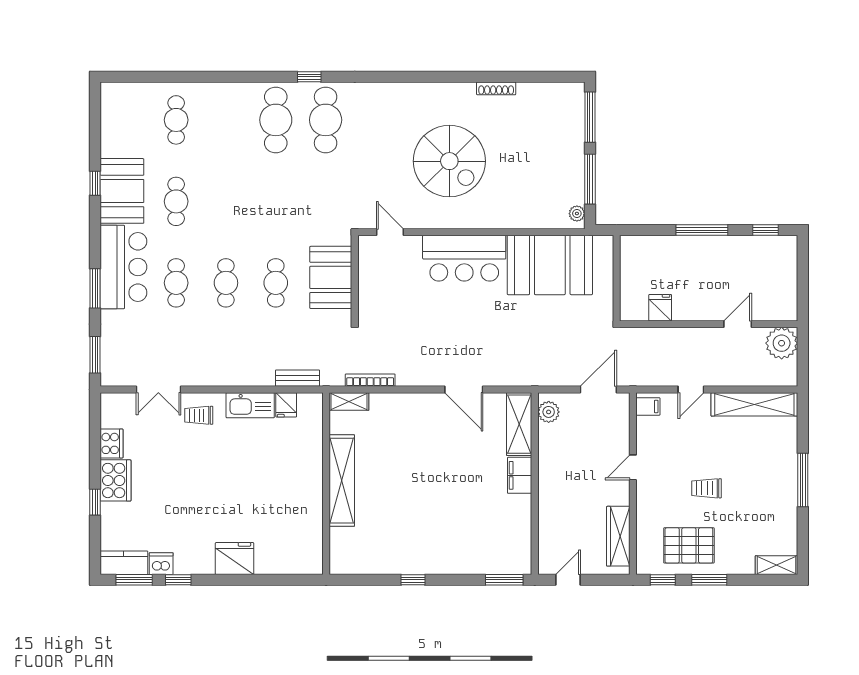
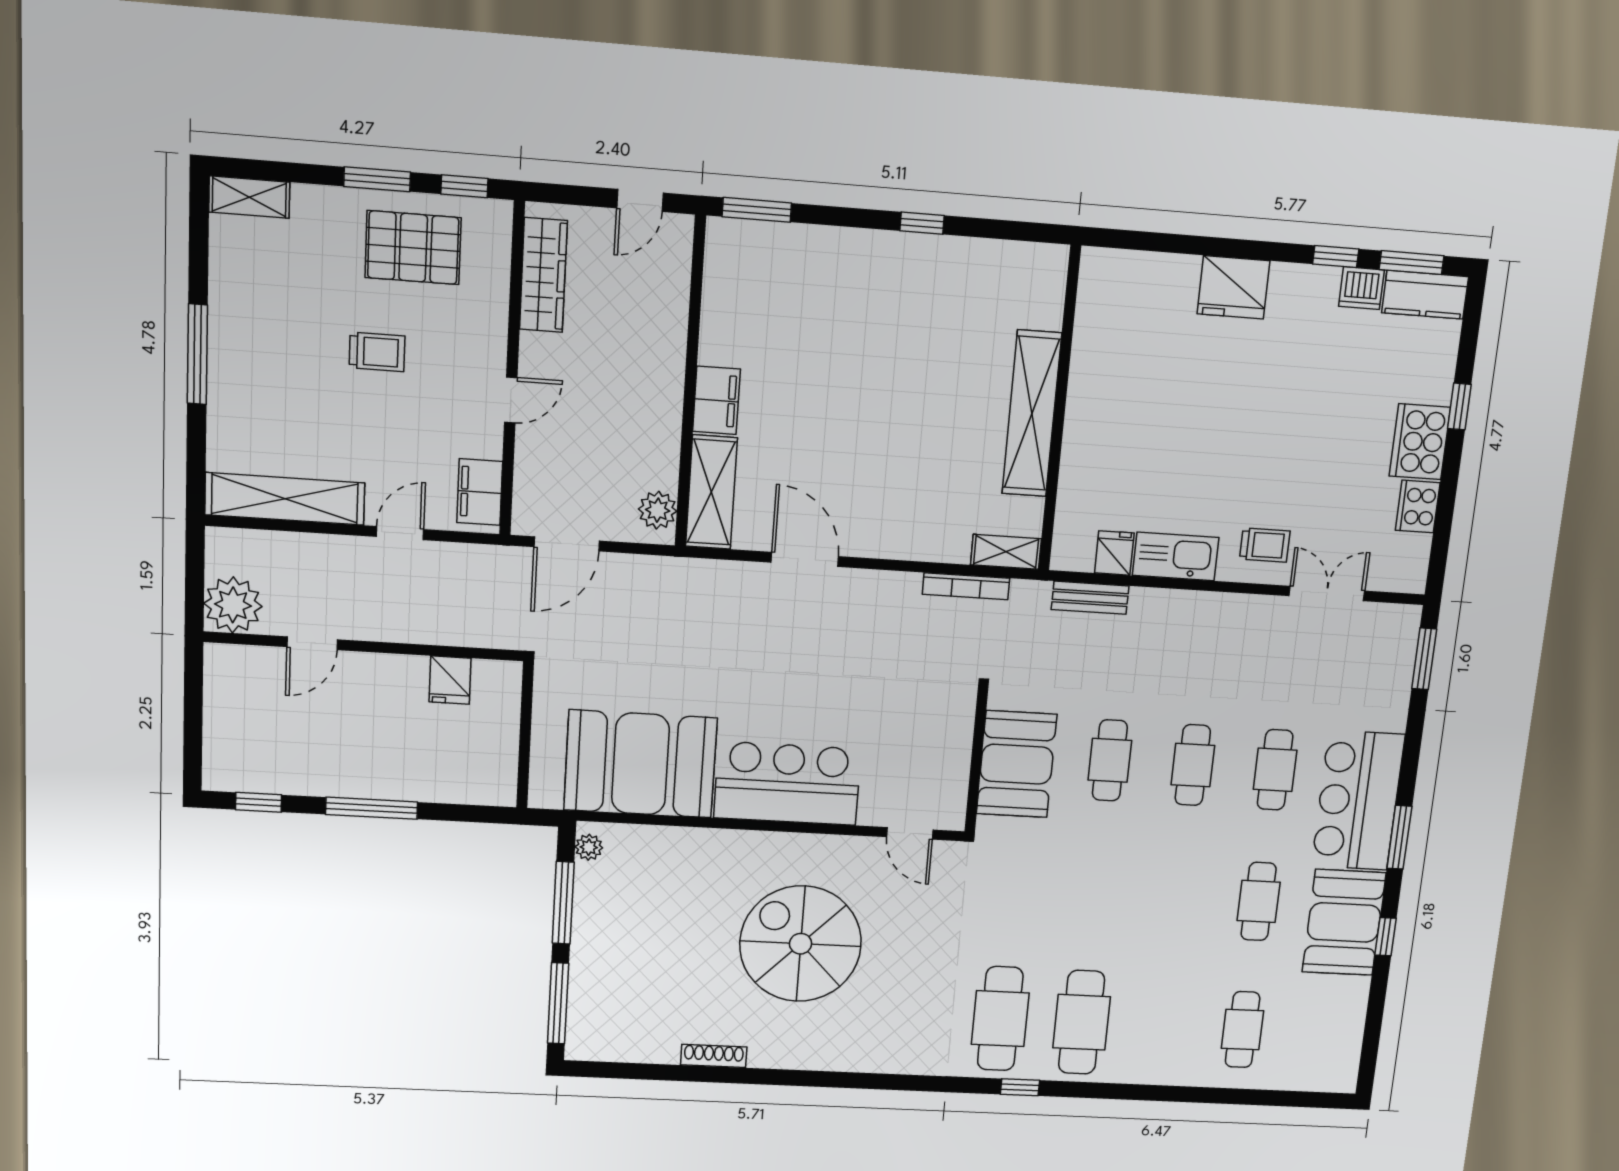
window: (95, 288) -> (1399, 837), moved
filing cabinet: (648, 406) -> (480, 492), width x2.00

